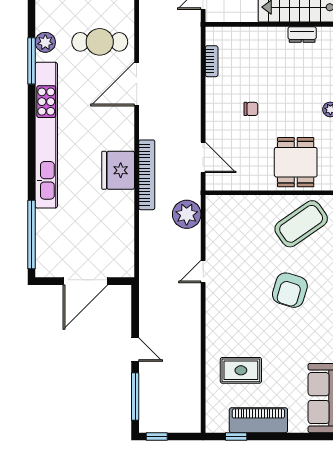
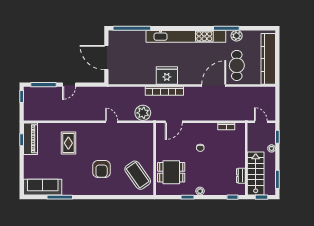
door: (137, 84) -> (214, 85), hinge flipped
armchair: (290, 290) -> (102, 169), turned -107
rug: (241, 370) -> (68, 143), moved
piano: (258, 420) -> (31, 139), moved

